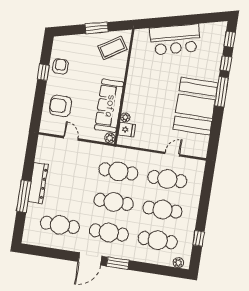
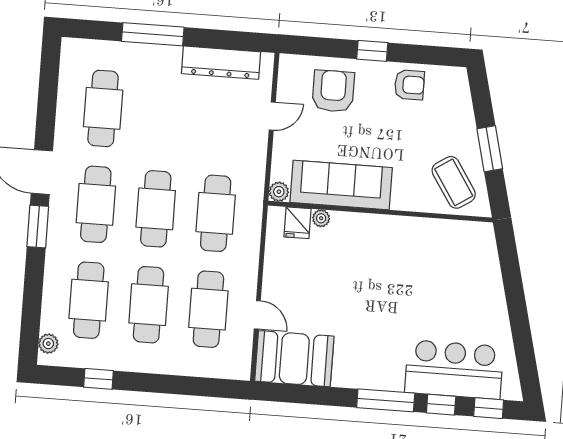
bar counter: (175, 39) -> (454, 370), moved, turned 104
window: (43, 72) -> (372, 51), moved
booth: (195, 106) -> (294, 359), moved, width x0.73, depth x0.70
dresser: (38, 183) -> (221, 63), moved

